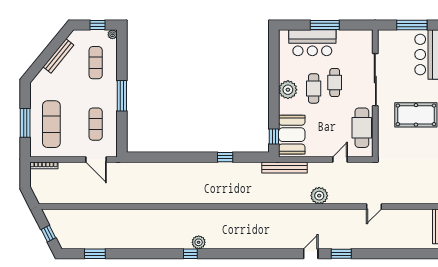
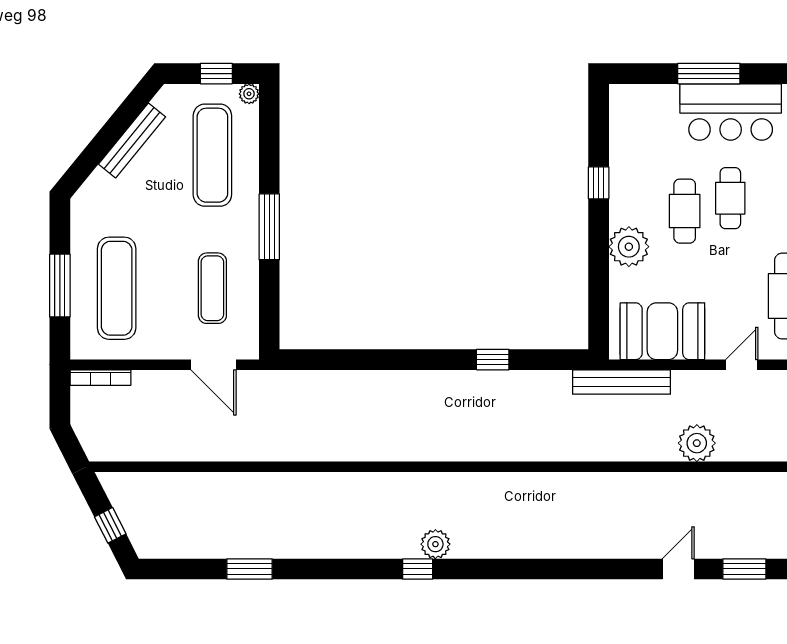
bar counter: (312, 43) -> (731, 112), moved
exercise mat: (96, 63) -> (212, 155), width x1.36, depth x1.45
plant: (288, 90) -> (629, 247), moved
booth: (292, 135) -> (662, 331), moved, turned 90
window: (274, 137) -> (599, 183), moved
window: (95, 254) -> (250, 569), moved

